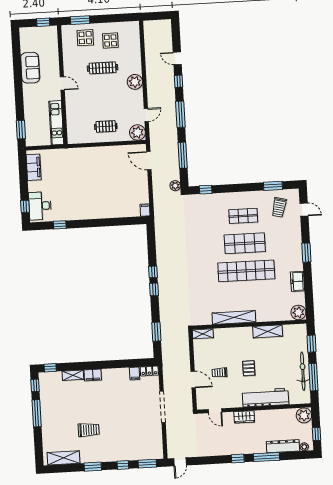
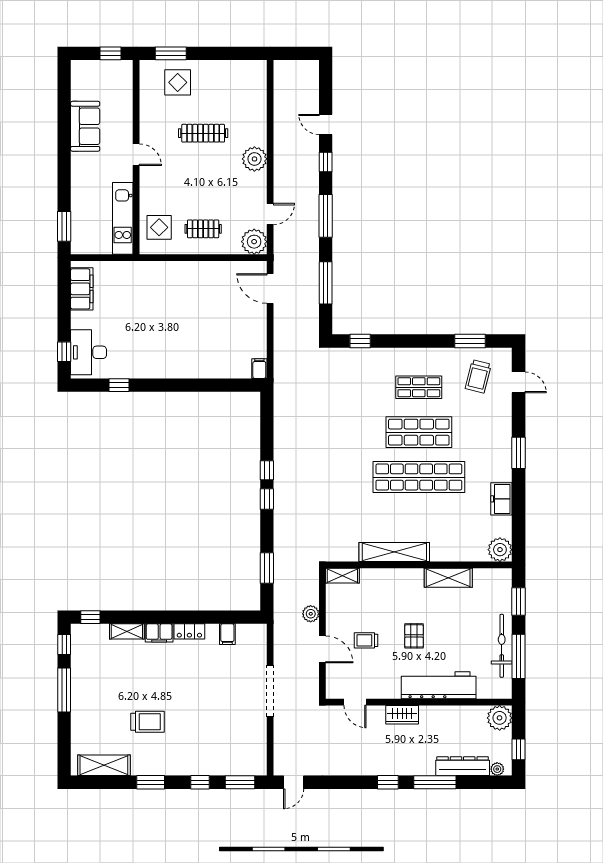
display table: (110, 41) -> (159, 227), moved
plant: (175, 186) -> (311, 614), moved
locker: (149, 371) -> (189, 631), moved

